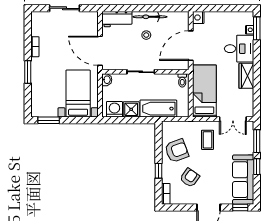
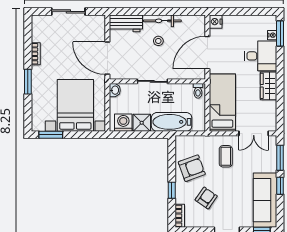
bed with nightstands: (78, 94) -> (75, 105), width x1.36

